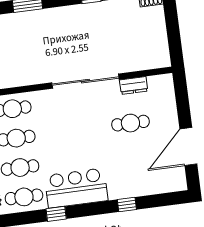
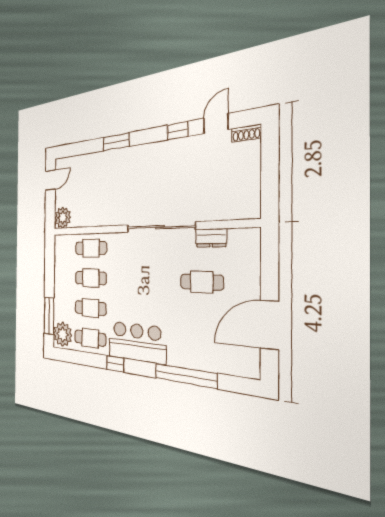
window: (127, 205) -> (185, 376), width x3.17

